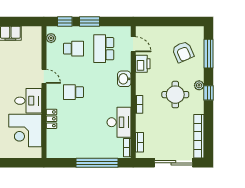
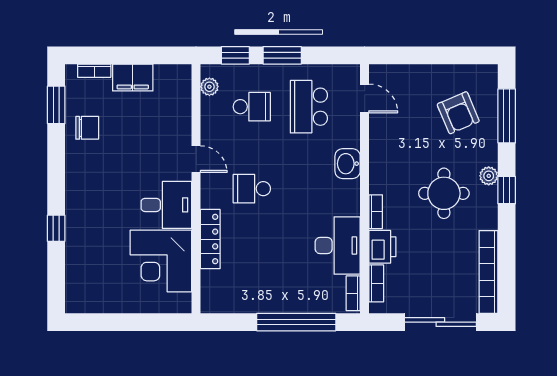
printer: (143, 64) -> (382, 247), moved
locker: (51, 119) -> (210, 239), width x1.53

